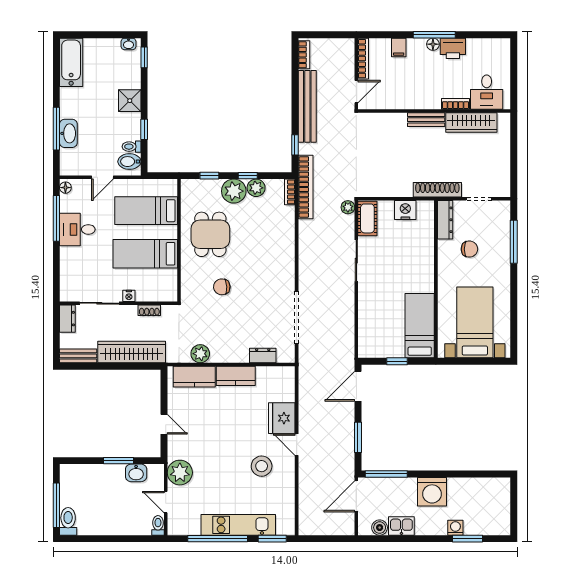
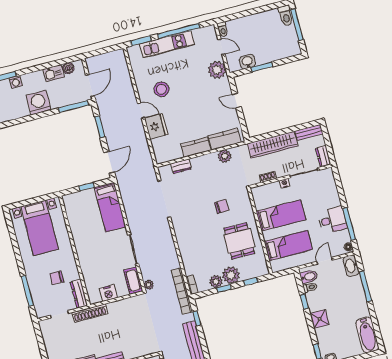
washbasin: (68, 133) -> (351, 266), moved
bed: (420, 326) -> (110, 207), moved

